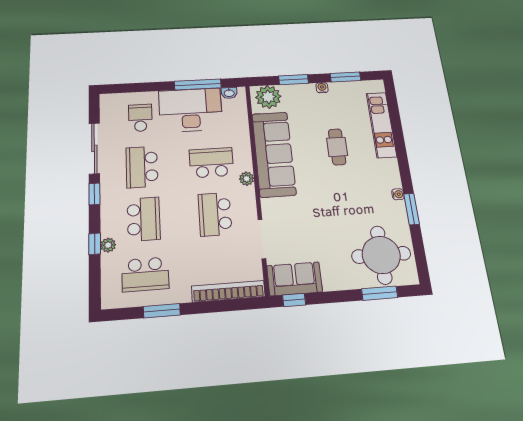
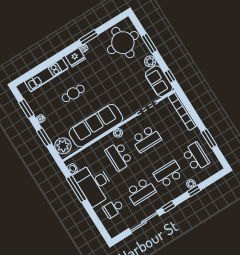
fridge: (389, 176) -> (75, 57), added
plant: (332, 281) -> (150, 61), added
window: (380, 293) -> (149, 43), moved

